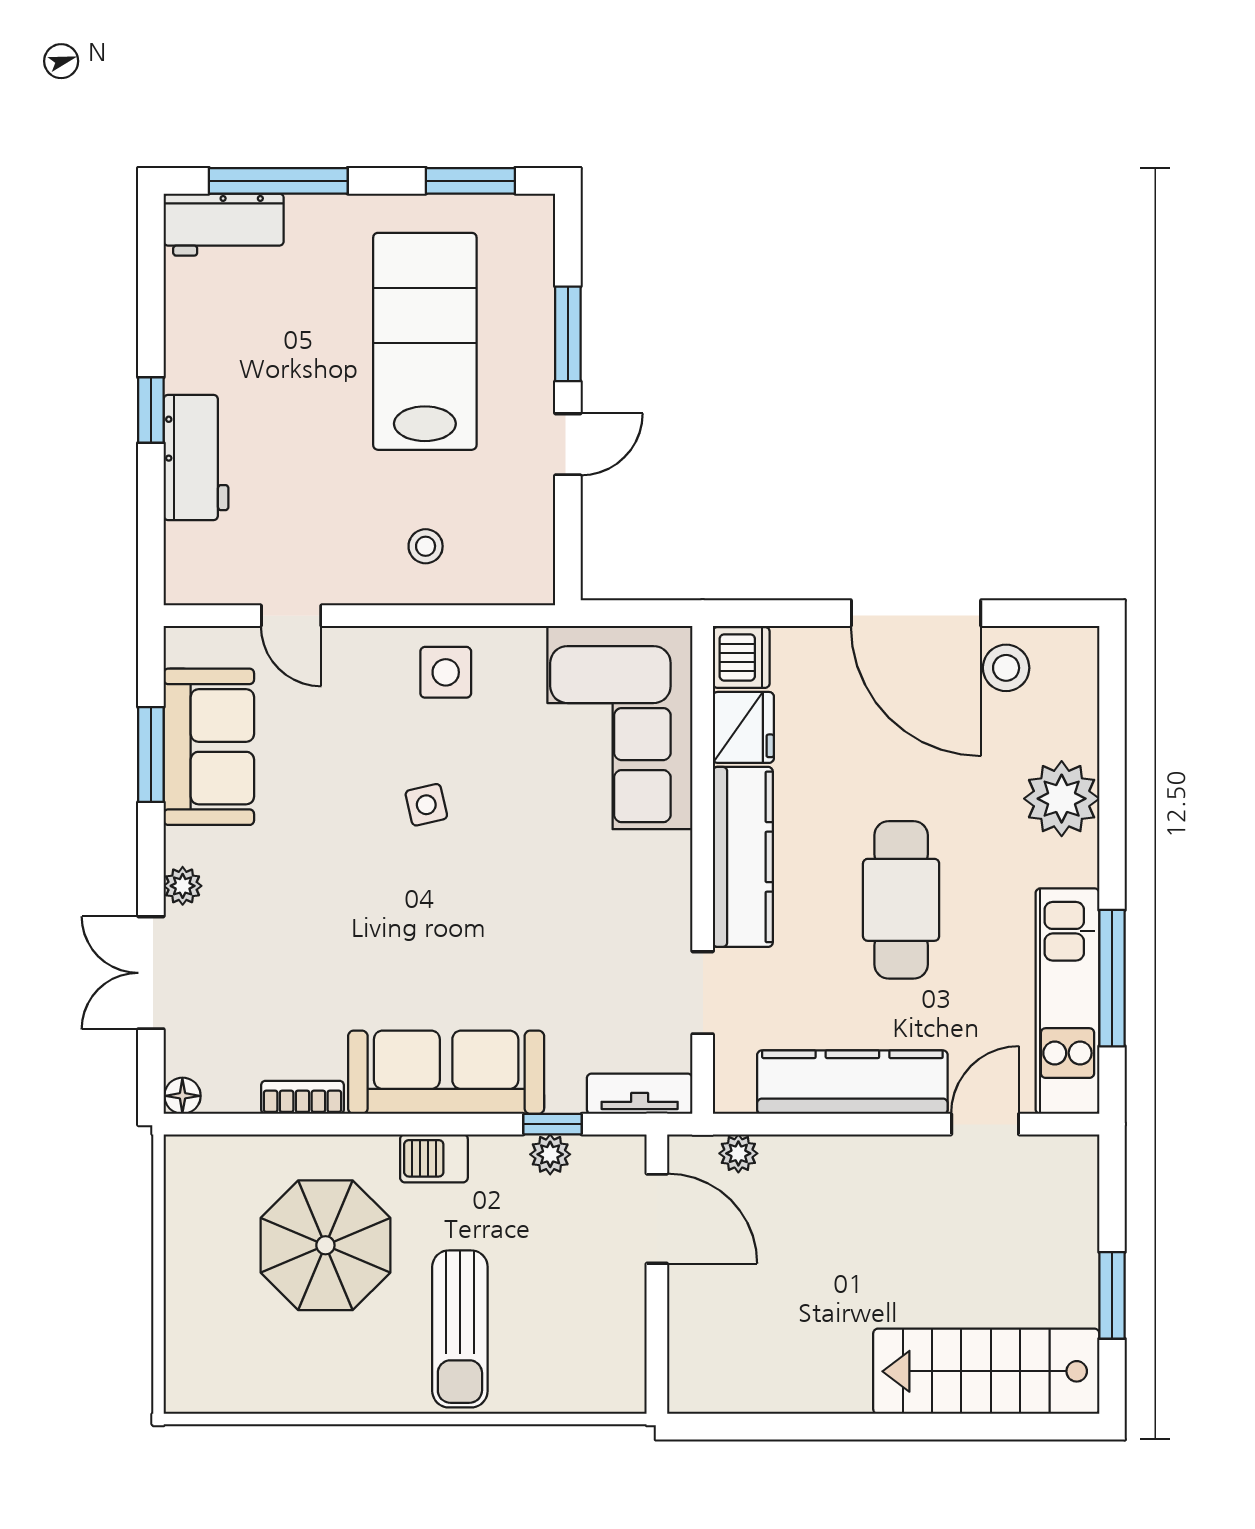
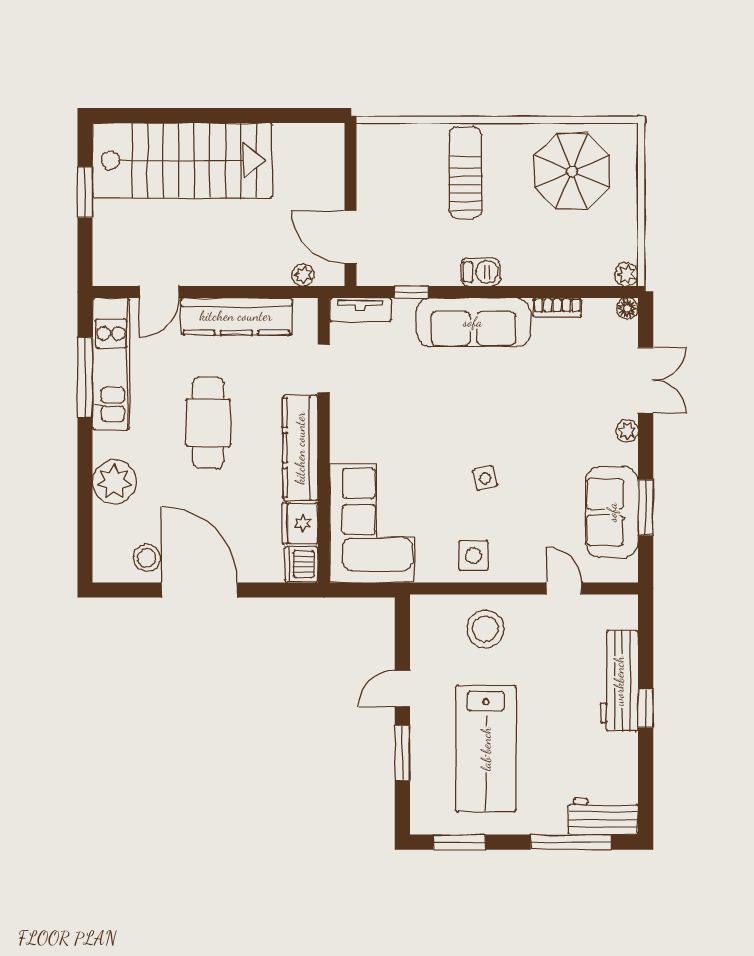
workbench: (196, 458) -> (619, 681), width x1.37
stool: (426, 546) -> (485, 629), width x1.89, depth x1.89
plant: (550, 1154) -> (626, 274), moved
parasol: (325, 1245) -> (572, 172), moved
stairs: (986, 1371) -> (182, 160), width x1.36, depth x1.51

